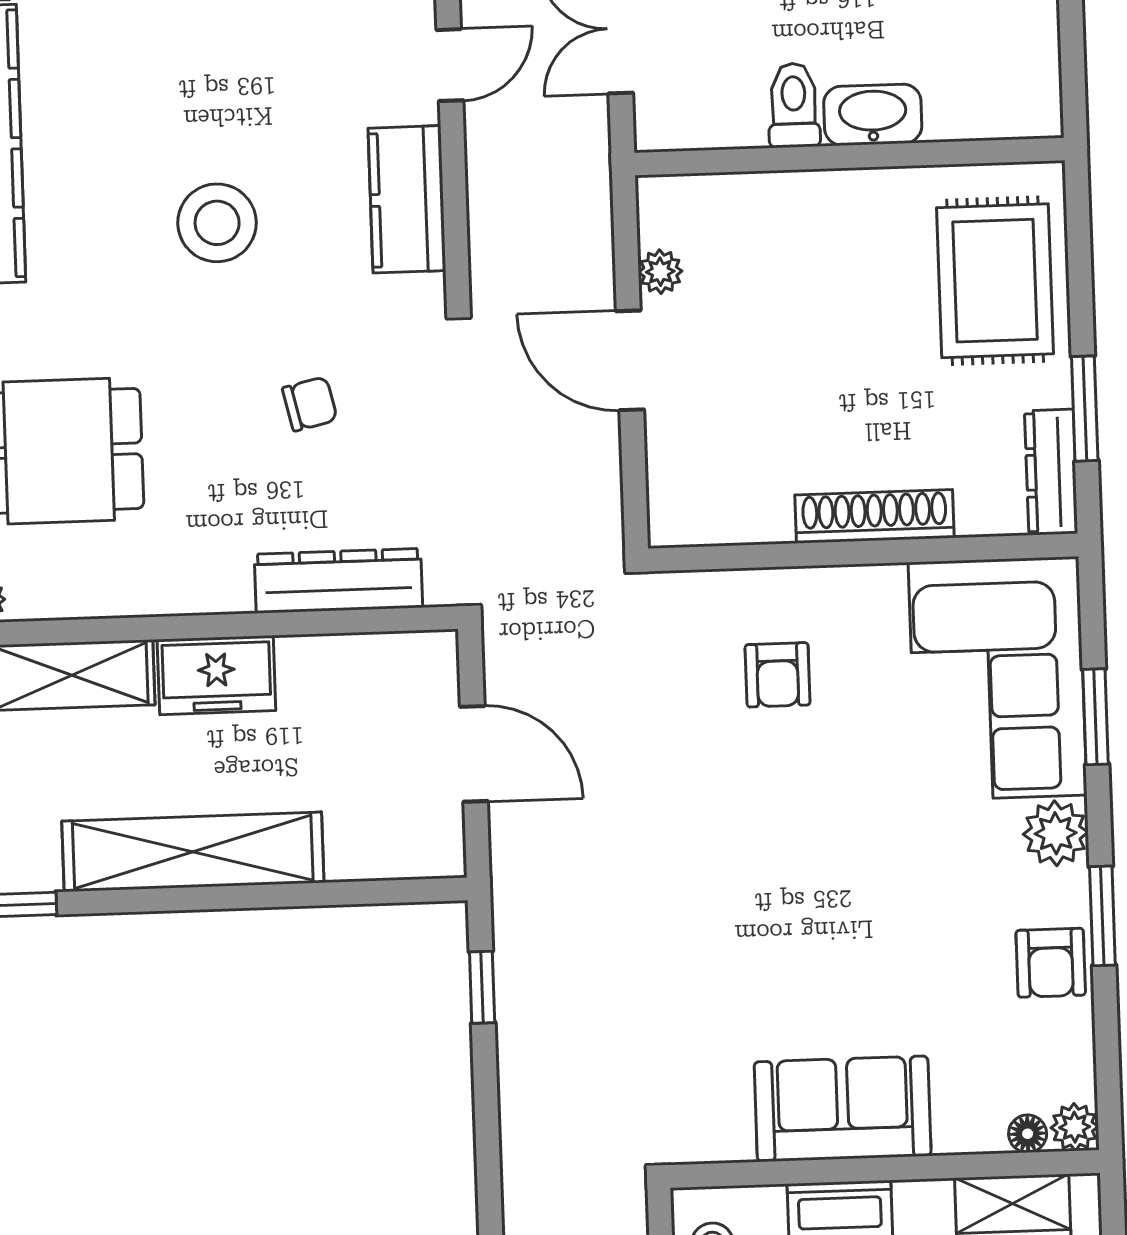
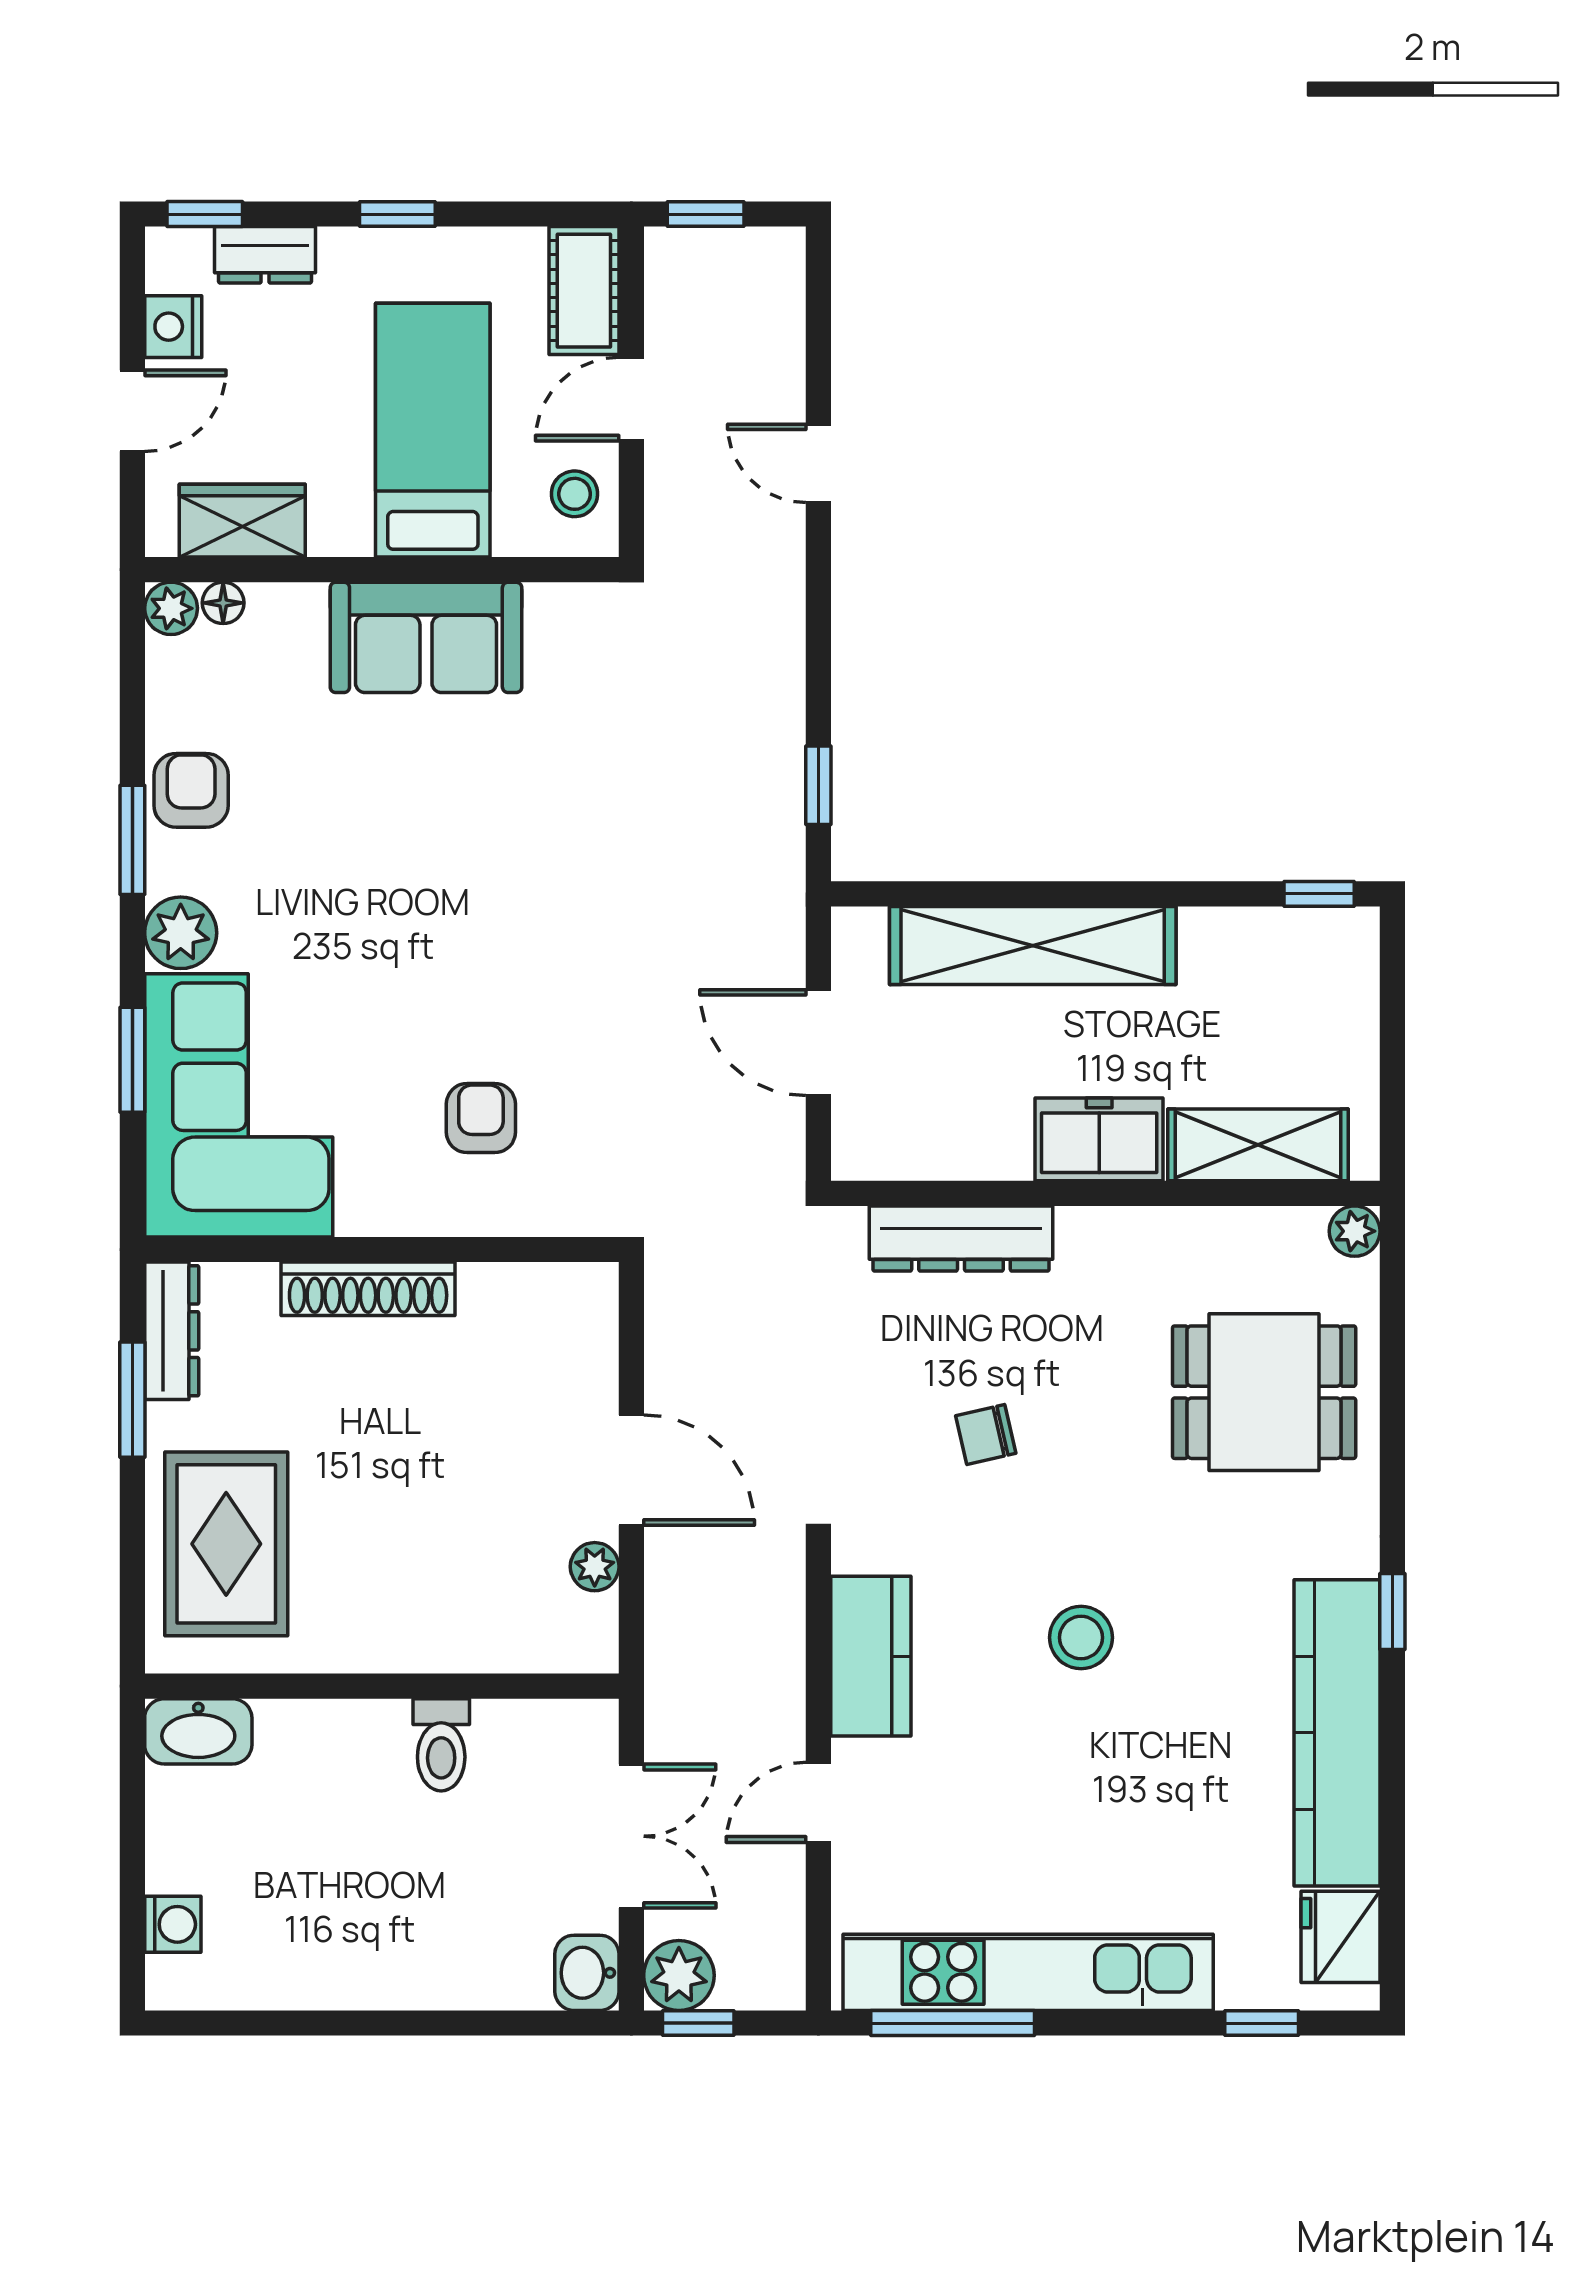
washbasin: (873, 115) -> (198, 1731), moved
stool: (217, 223) -> (1081, 1638), width x0.73, depth x0.73
shelving: (193, 852) -> (1033, 945), moved

